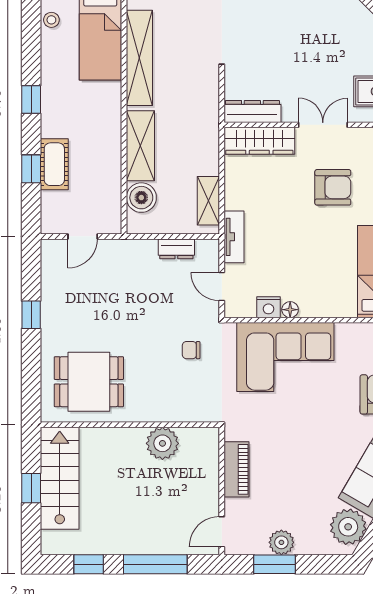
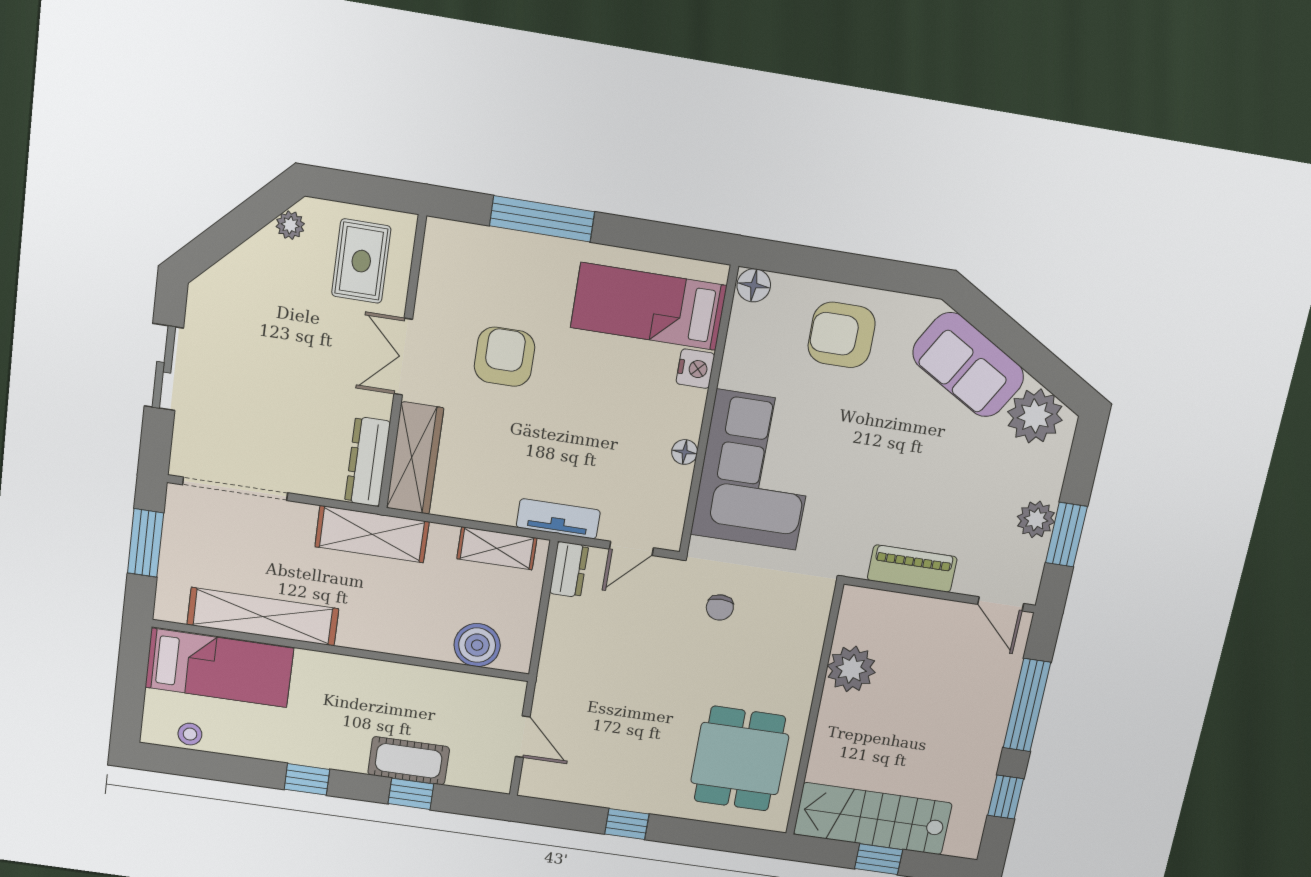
shelving: (140, 146) -> (372, 534), moved
dresser: (176, 249) -> (569, 570), moved
nightstand: (268, 307) -> (695, 369), moved

